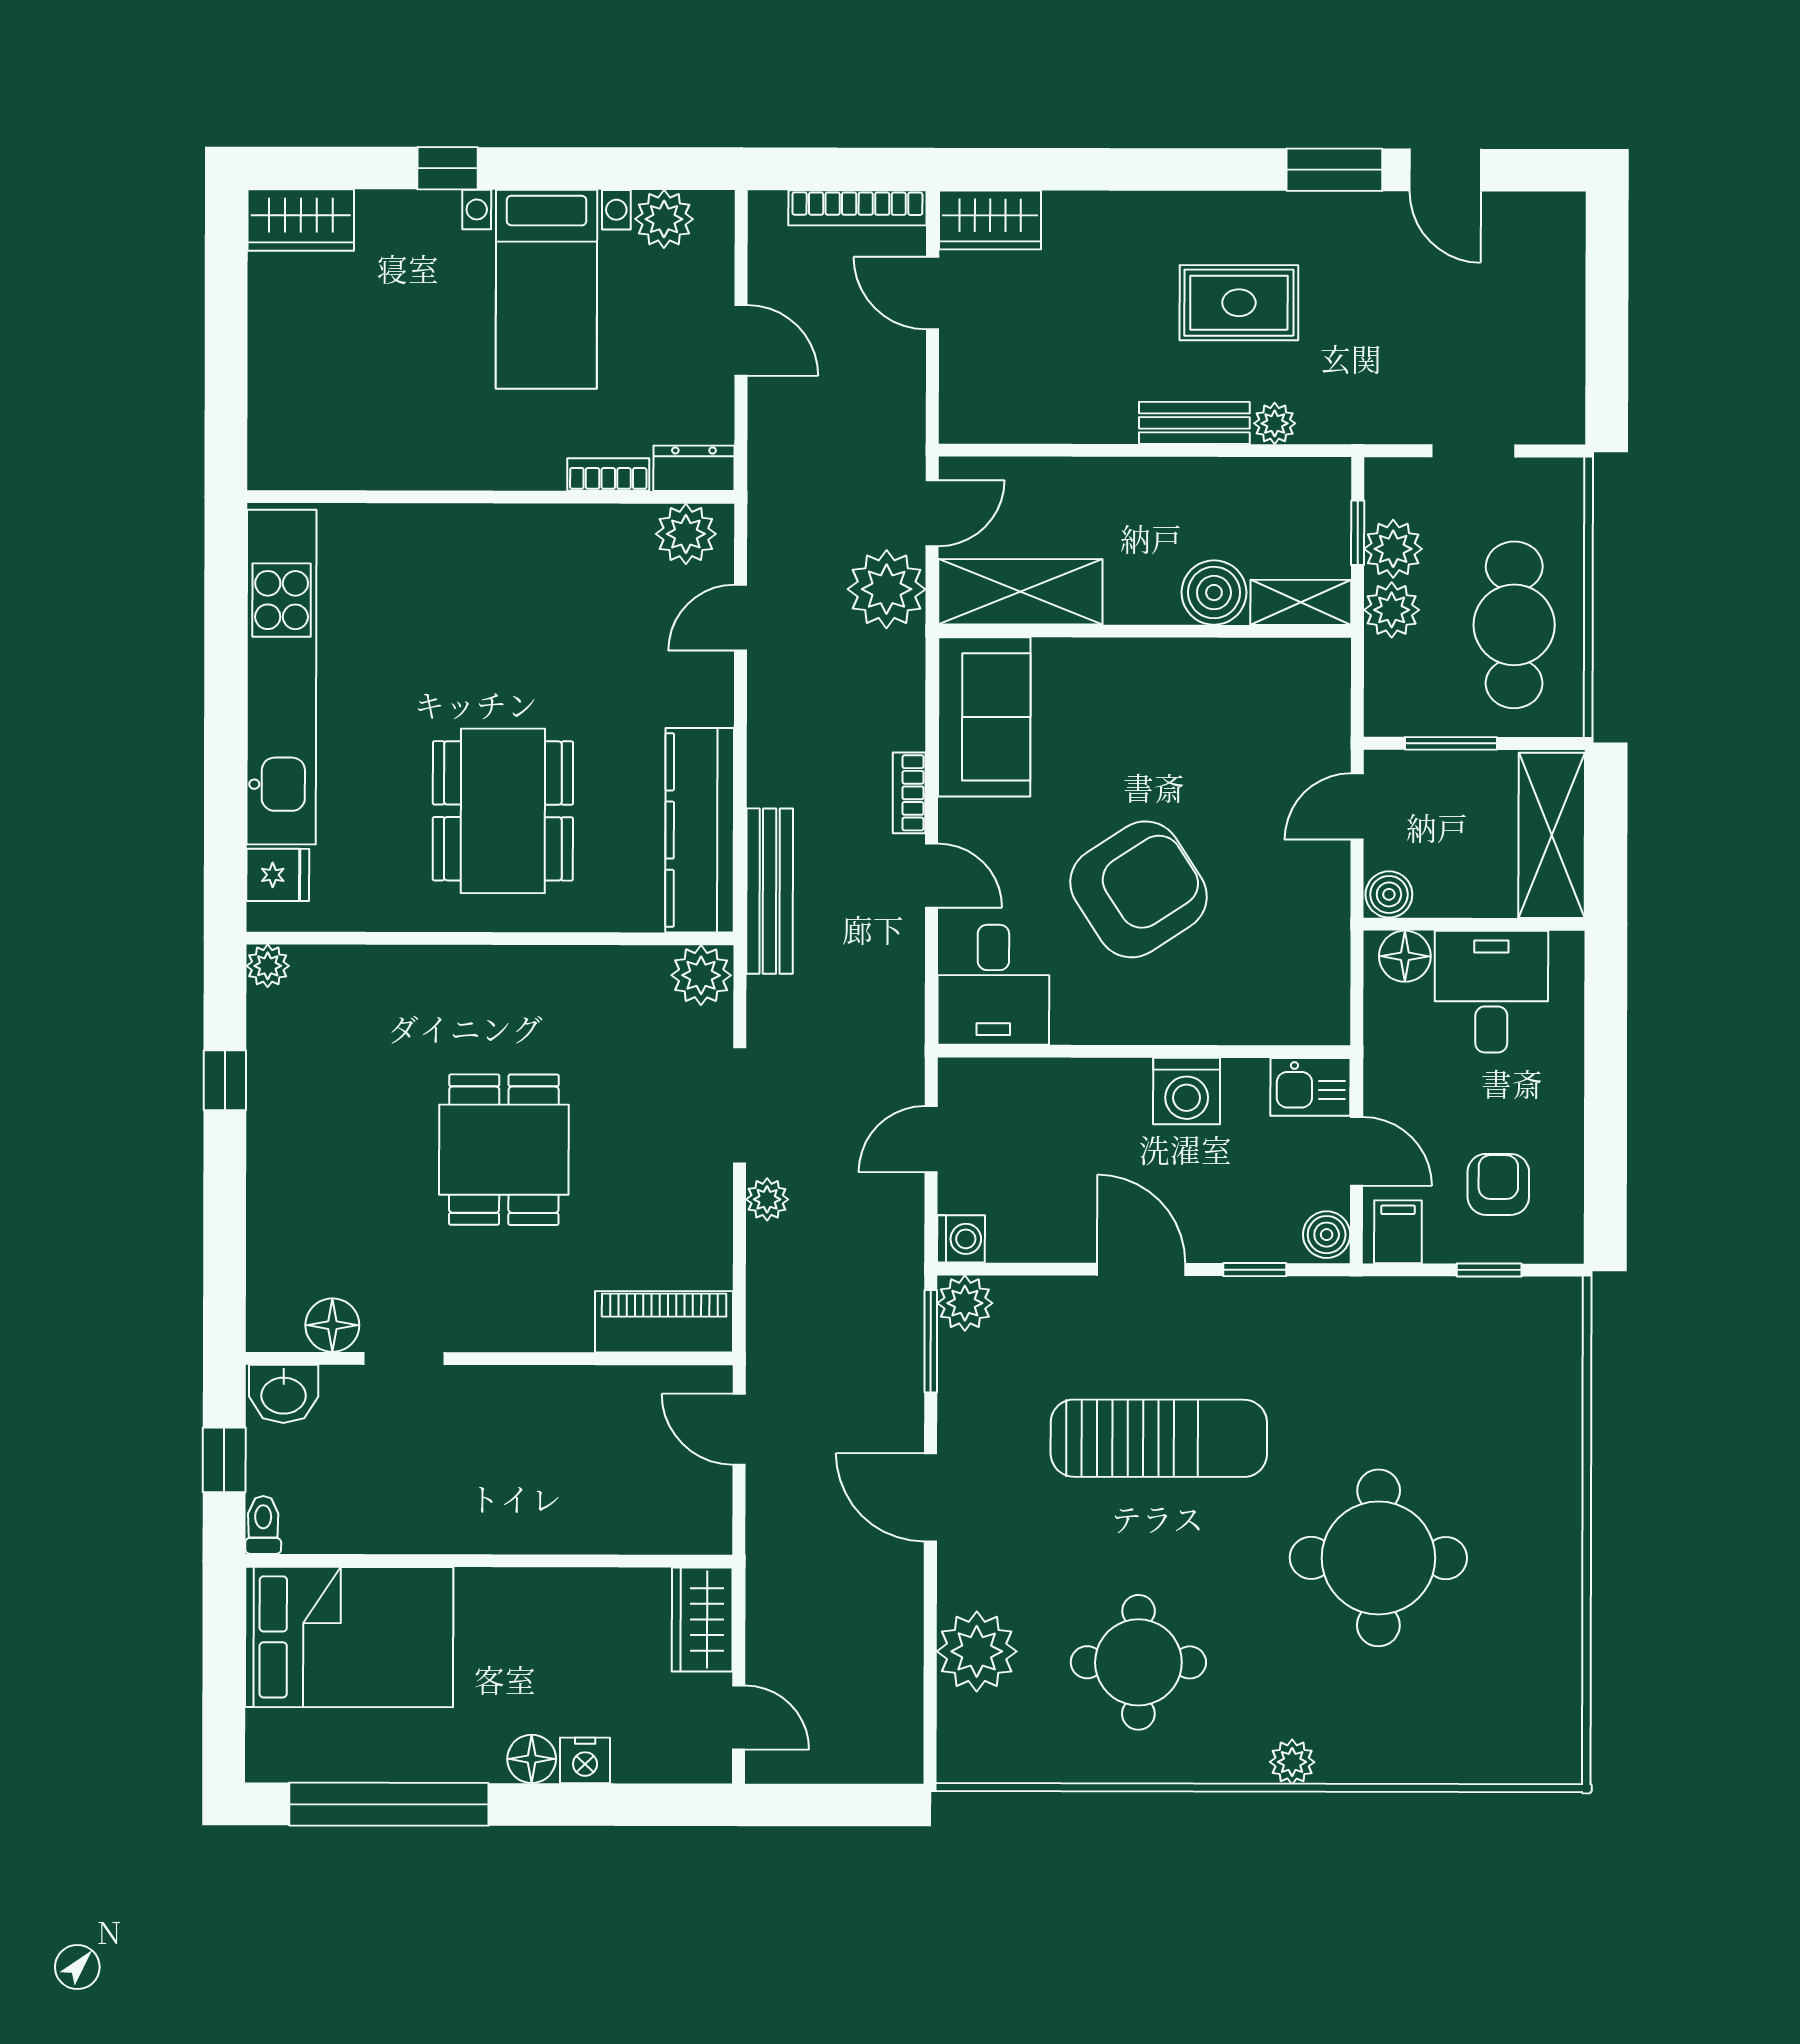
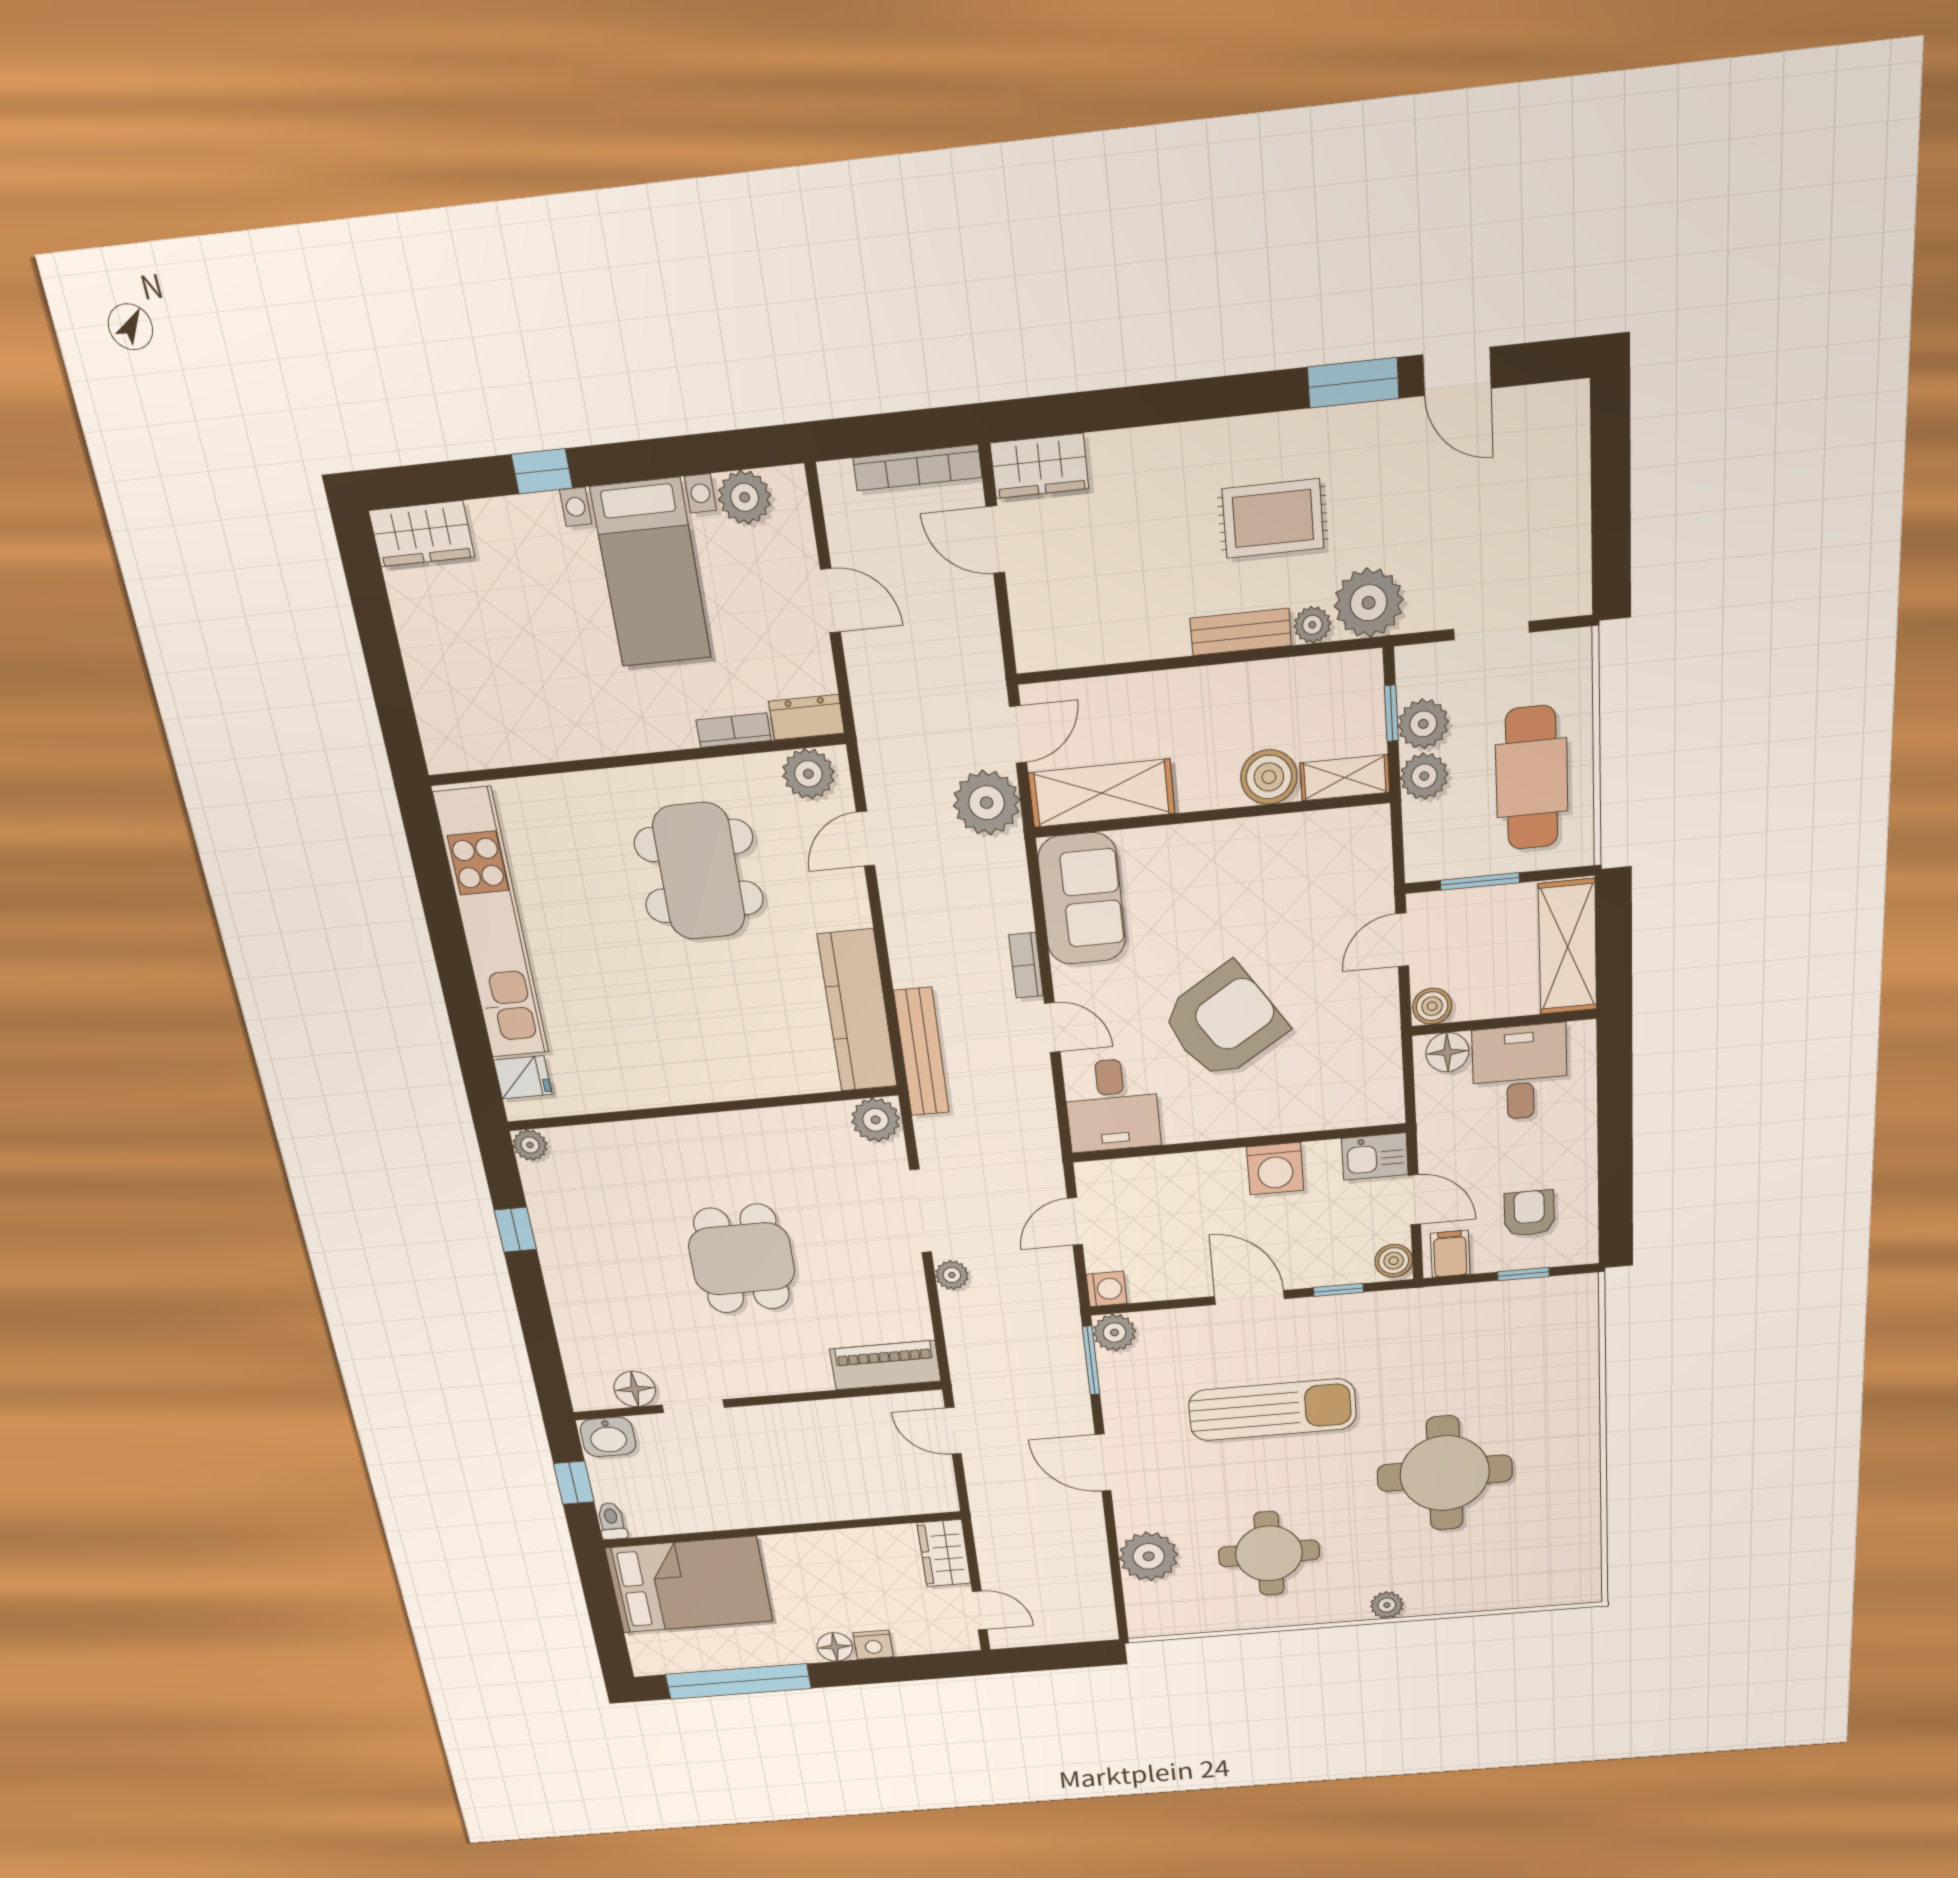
plant: (1338, 405) -> (1369, 603), added
dining table: (503, 811) -> (699, 871), moved

